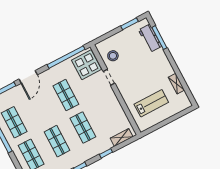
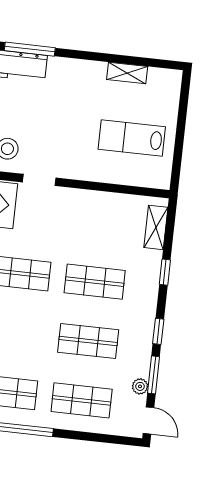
lab bench: (151, 103) -> (132, 138), turned -90

